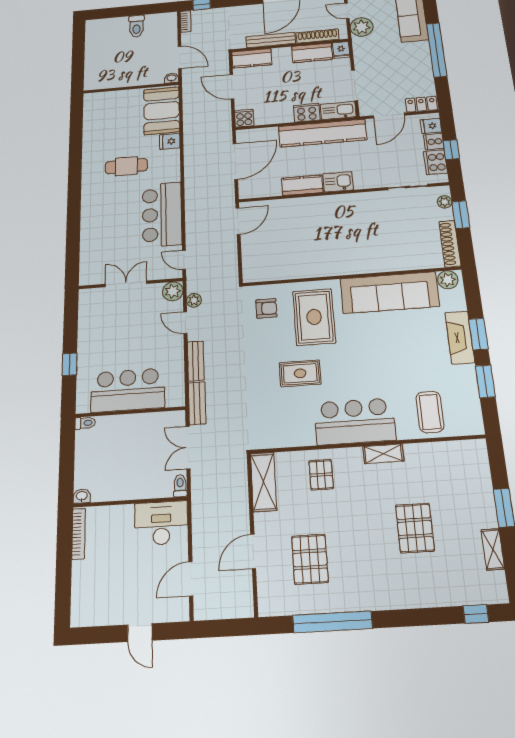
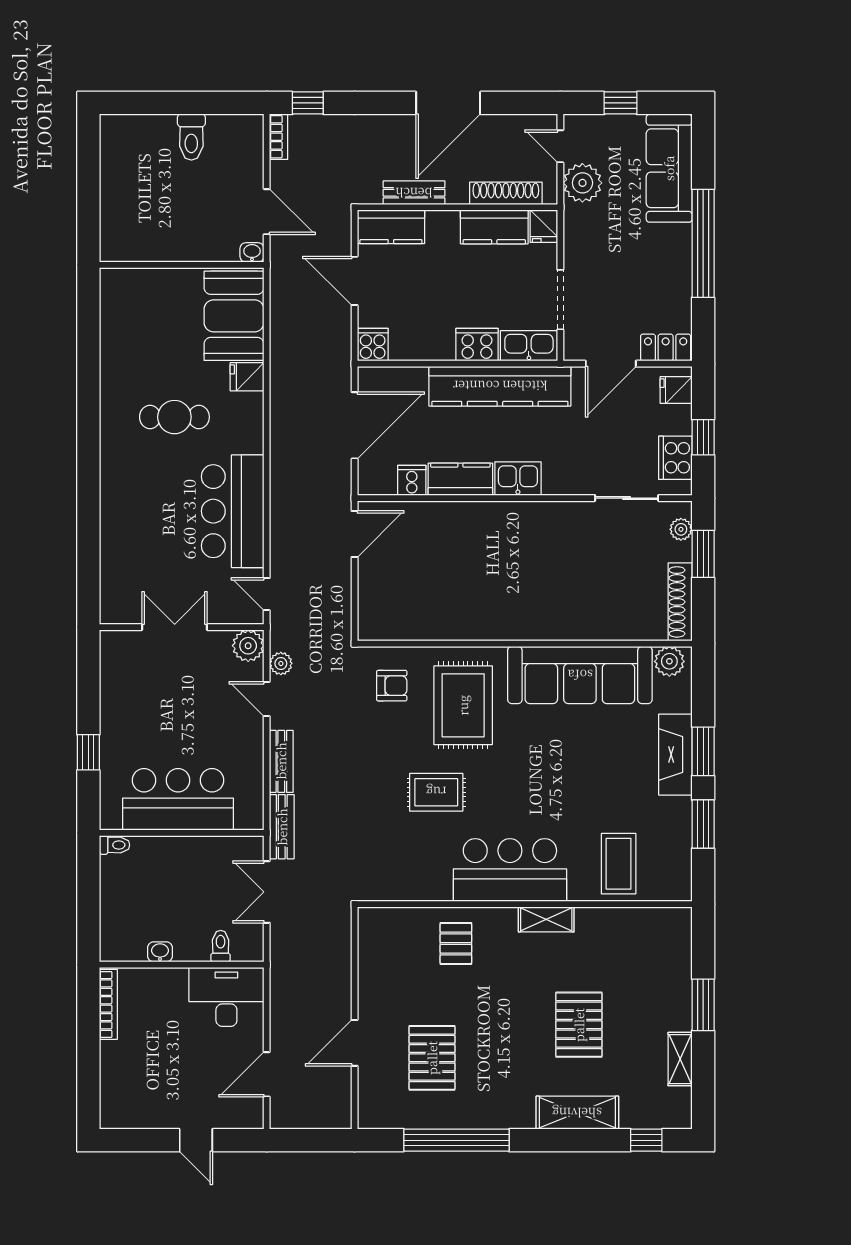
bench: (271, 40) -> (414, 193), width x0.73
cooker: (434, 142) -> (412, 480), moved, turned 90
shelving: (264, 482) -> (577, 1113), moved, turned 90
toilet: (180, 486) -> (221, 946), moved
washbasin: (82, 496) -> (160, 952), moved

